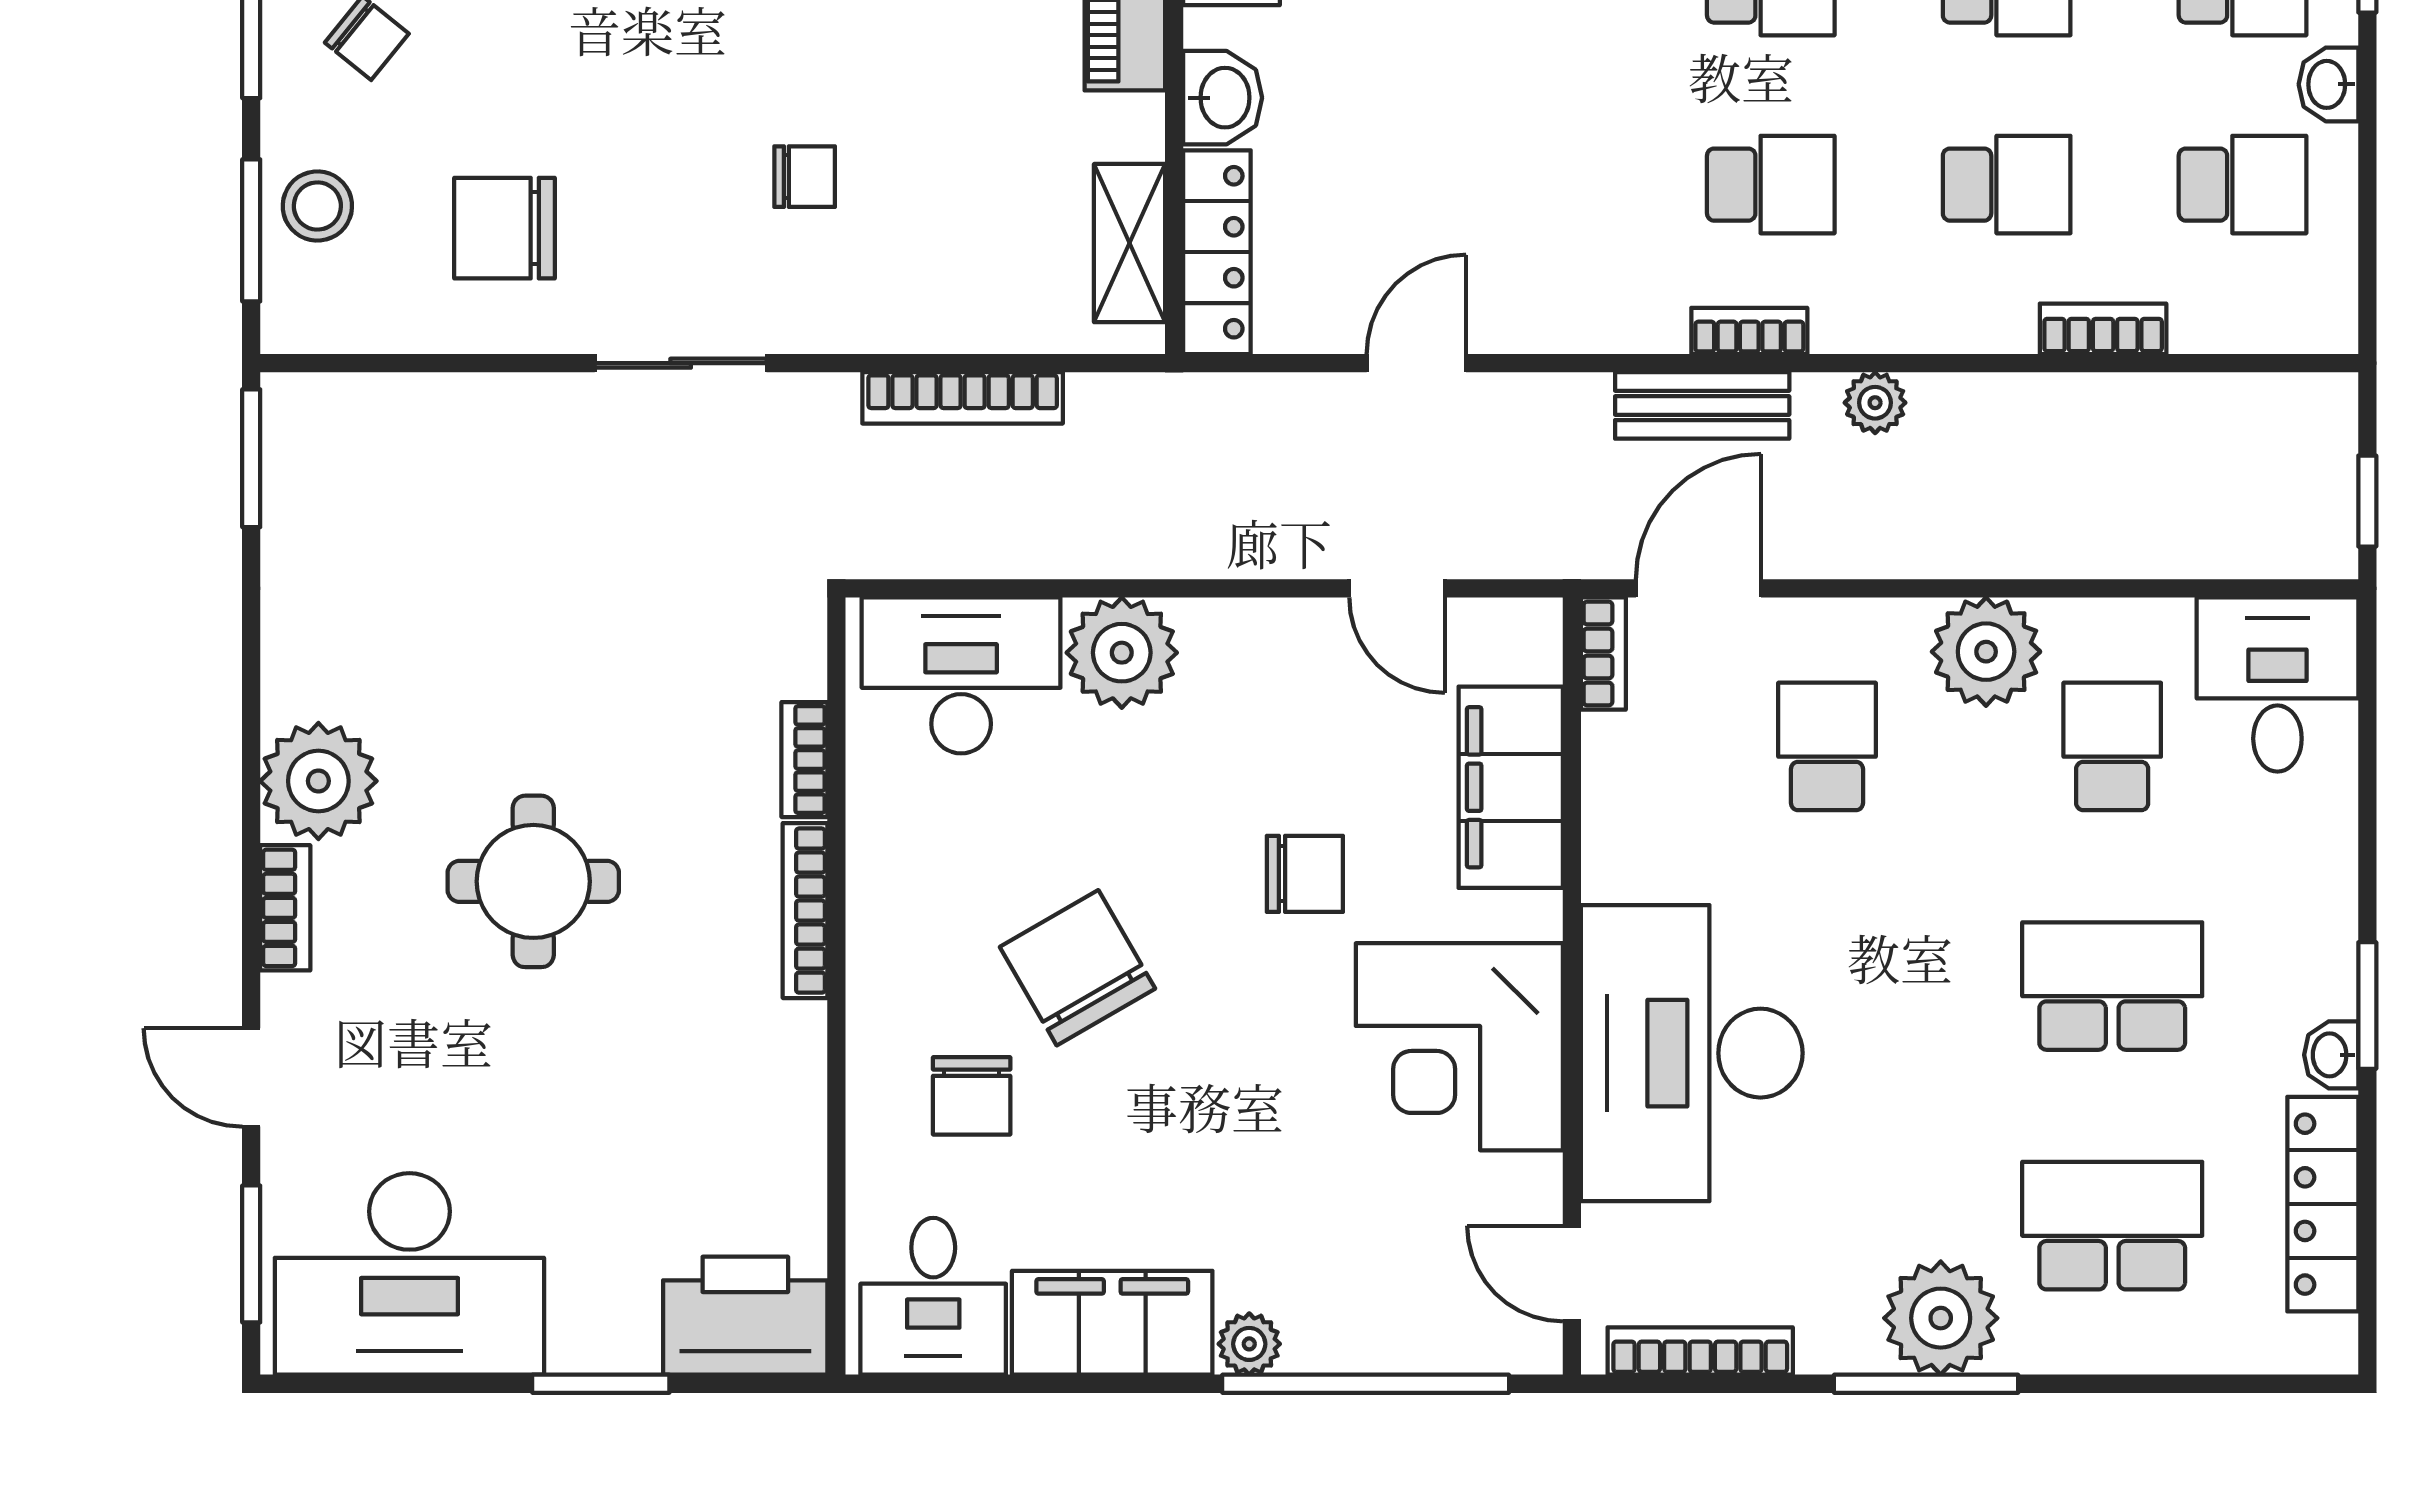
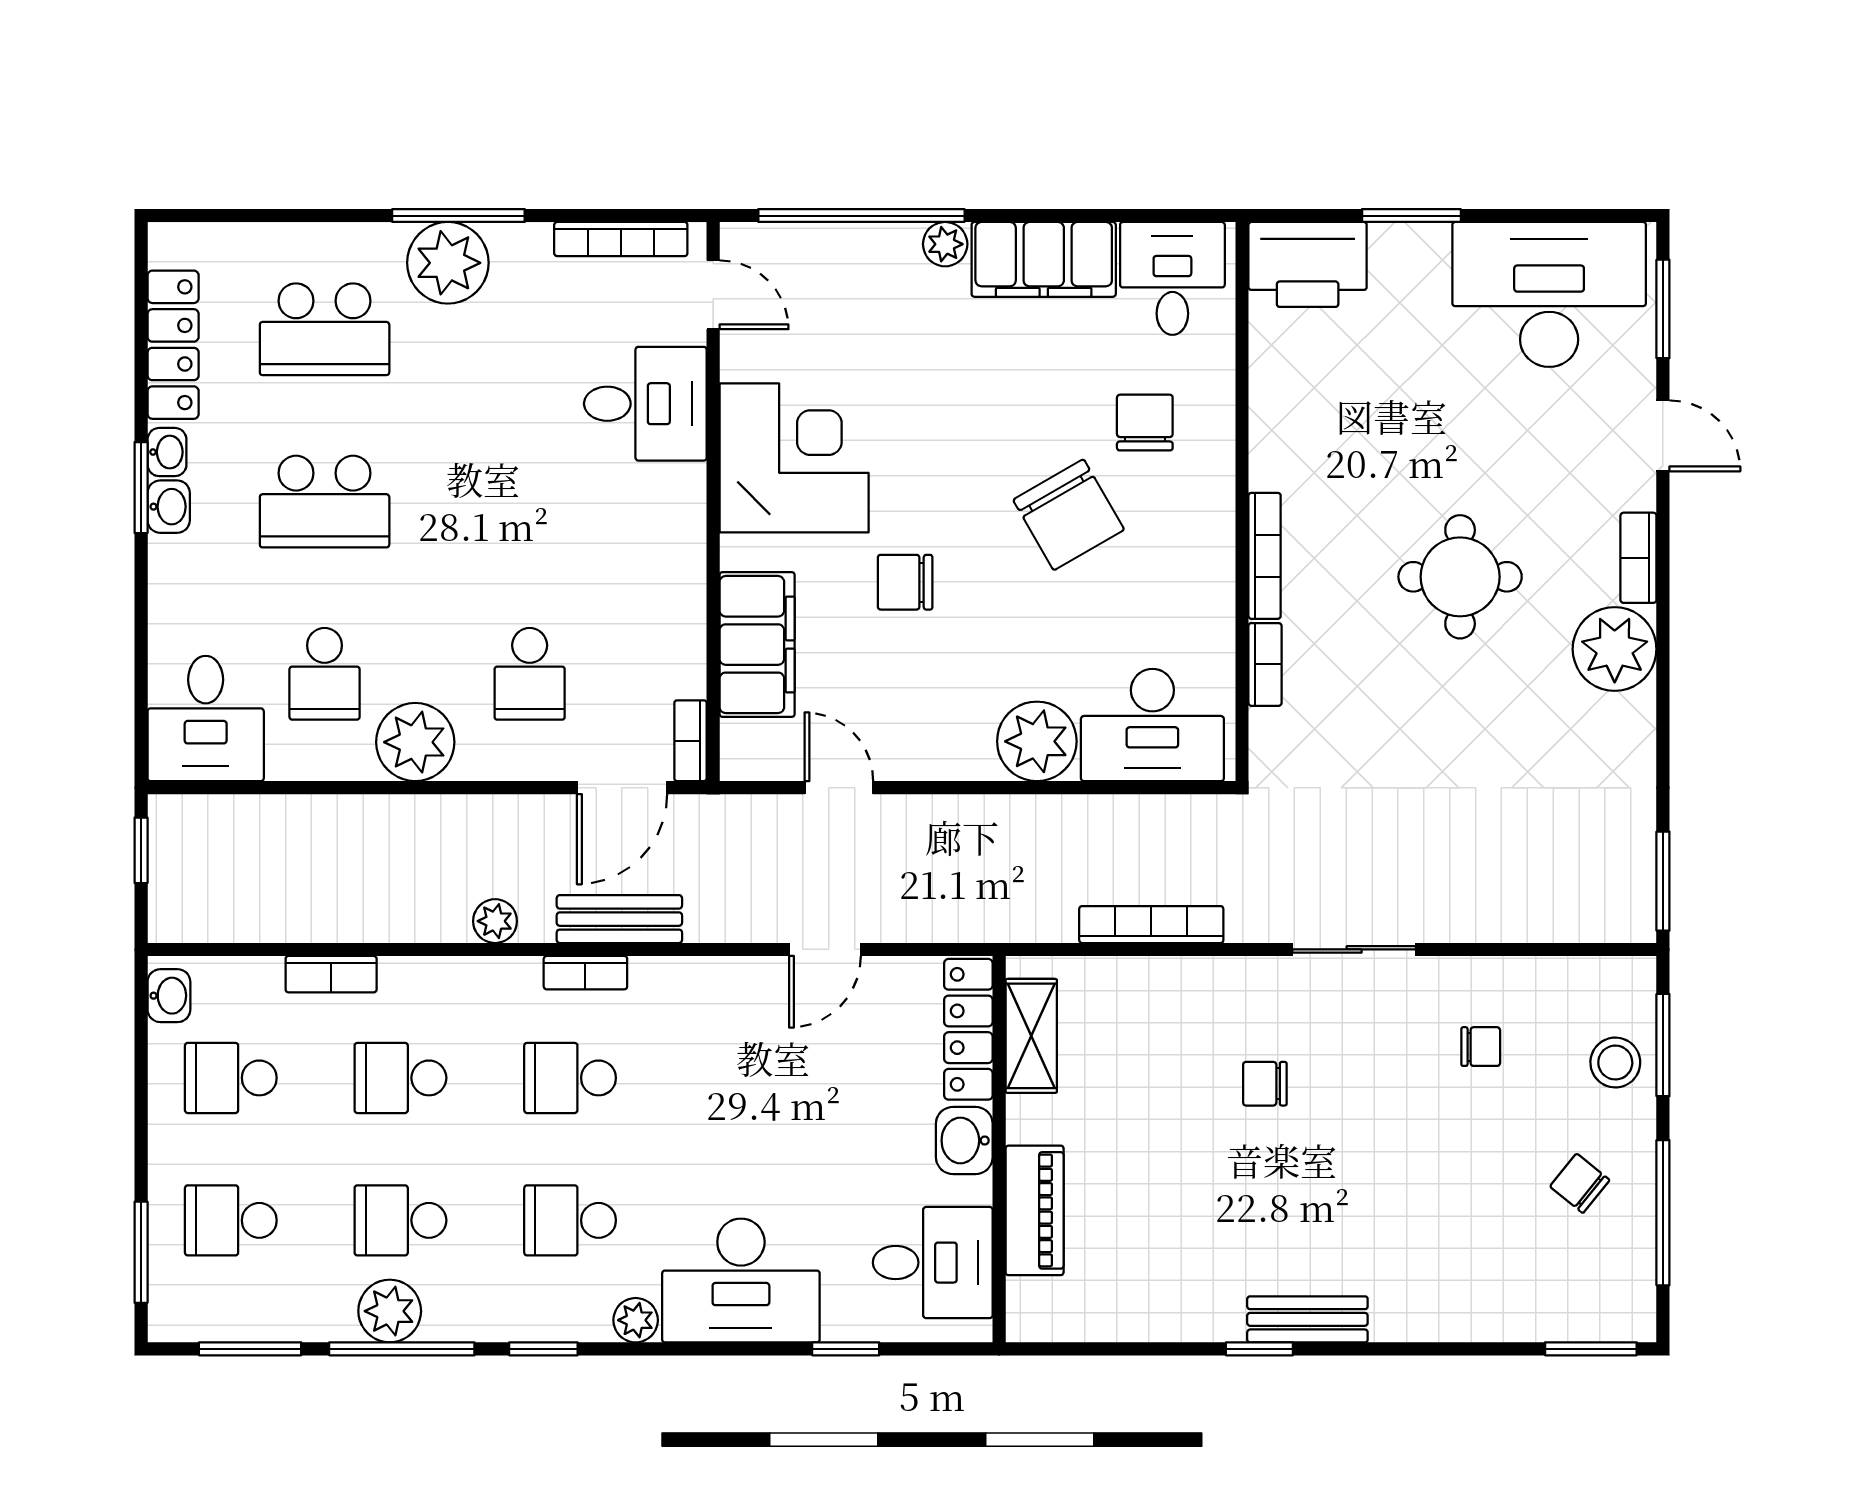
washbasin: (2329, 84) -> (169, 996), moved
chair: (505, 228) -> (1481, 1047), width x0.54, depth x0.54
washbasin: (2329, 979) -> (169, 507), added
desk: (1692, 1053) -> (645, 404), width x0.53, depth x0.77

